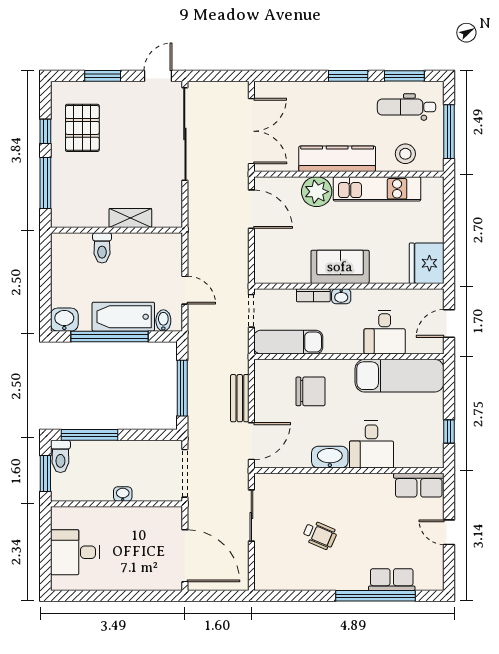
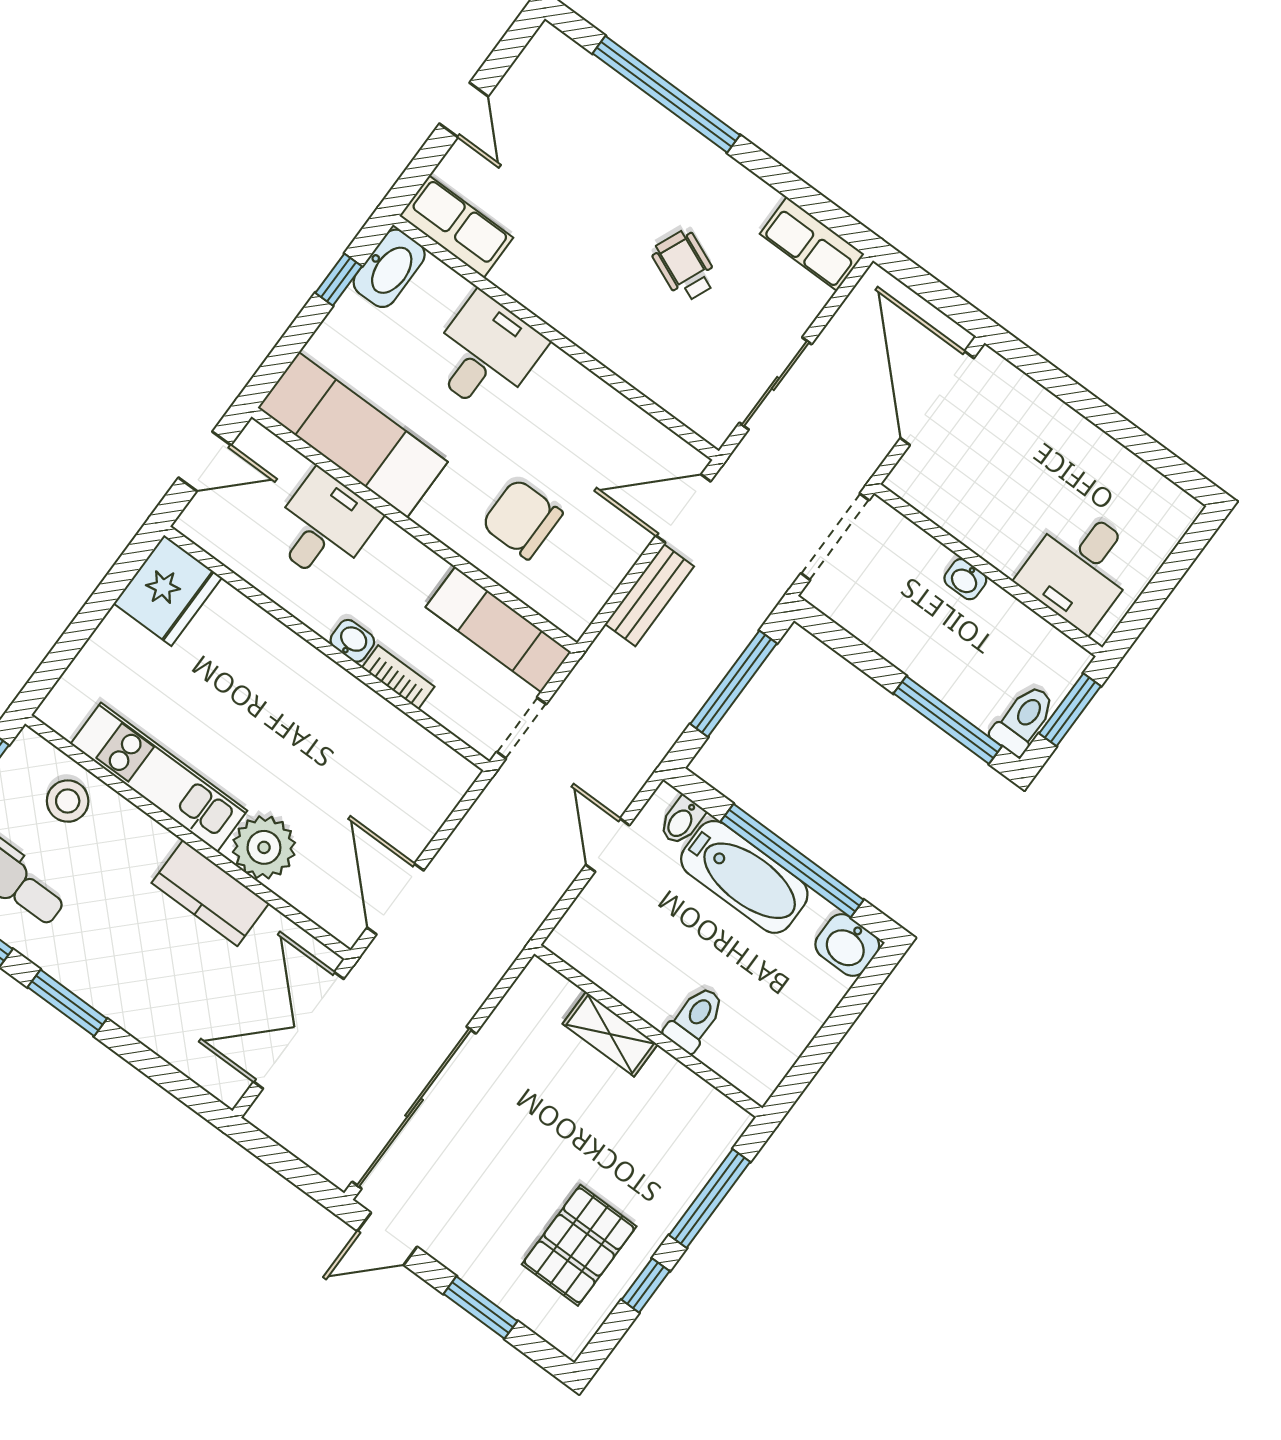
kitchen counter: (337, 159) -> (210, 893), width x0.67
sofa: (340, 267) -> (318, 692), removed
washbasin: (330, 457) -> (389, 268), moved, turned -90
desk: (75, 552) -> (1080, 568), moved, turned 90
row of seats: (392, 580) -> (812, 244), moved

